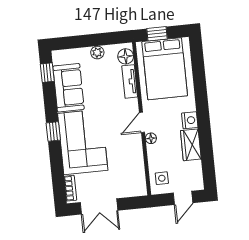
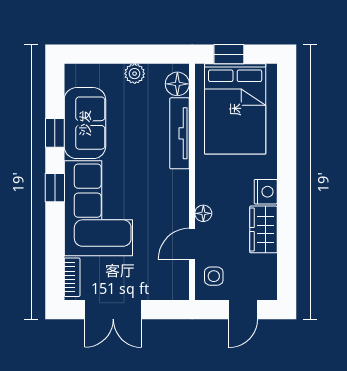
window: (47, 73) -> (55, 133), moved
tv unit: (130, 81) -> (180, 133), width x1.41
door: (142, 122) -> (192, 244), moved

